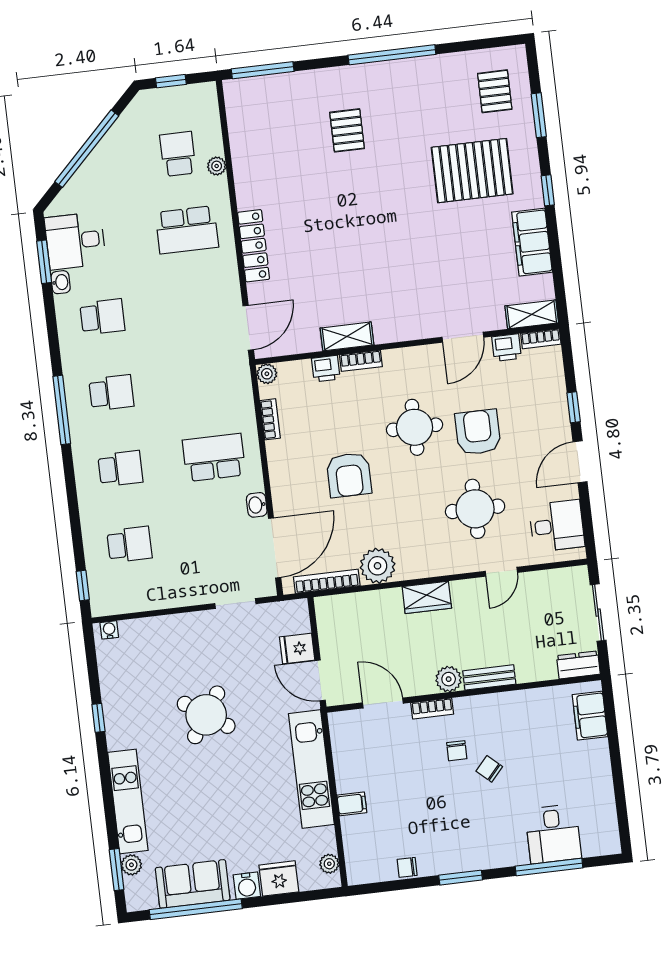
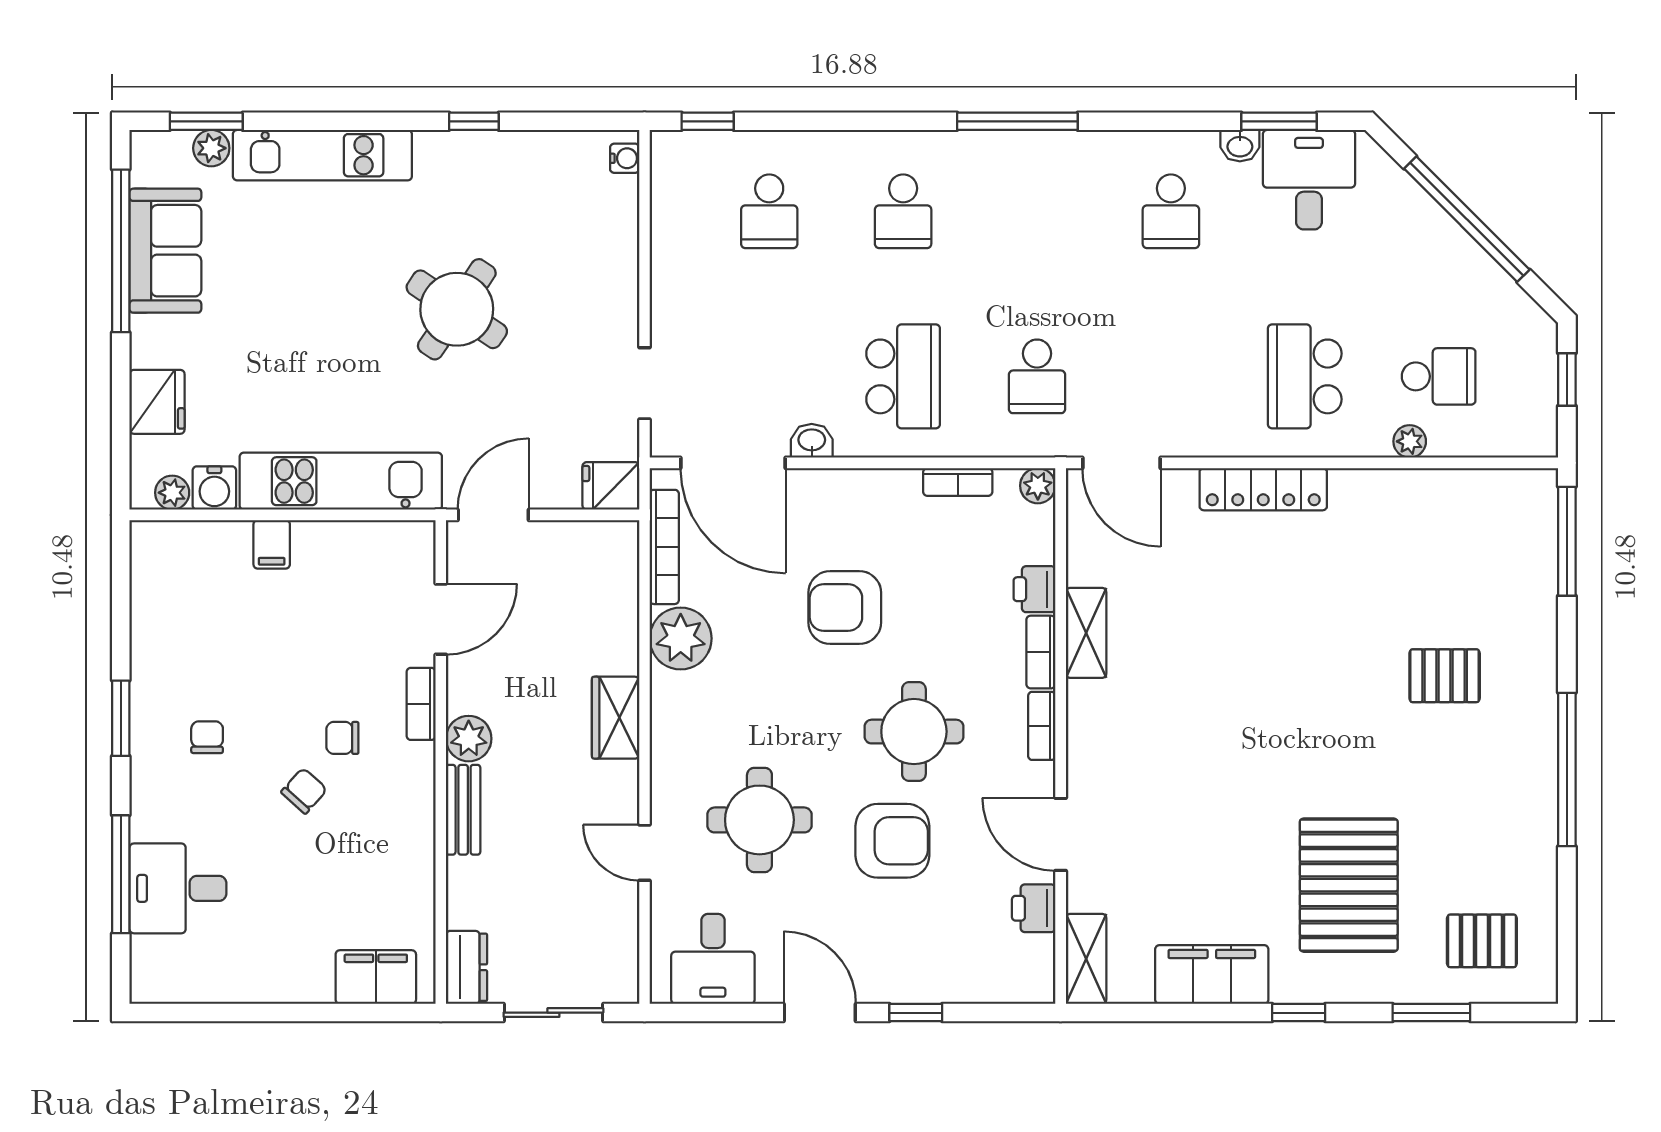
bookcase: (541, 339) -> (1042, 726), moved
school desk: (111, 393) -> (1037, 376), moved
fridge: (297, 649) -> (611, 486), moved, turned -90
chair: (407, 867) -> (207, 737), moved
water cooler: (247, 886) -> (214, 488), moved, turned -90

